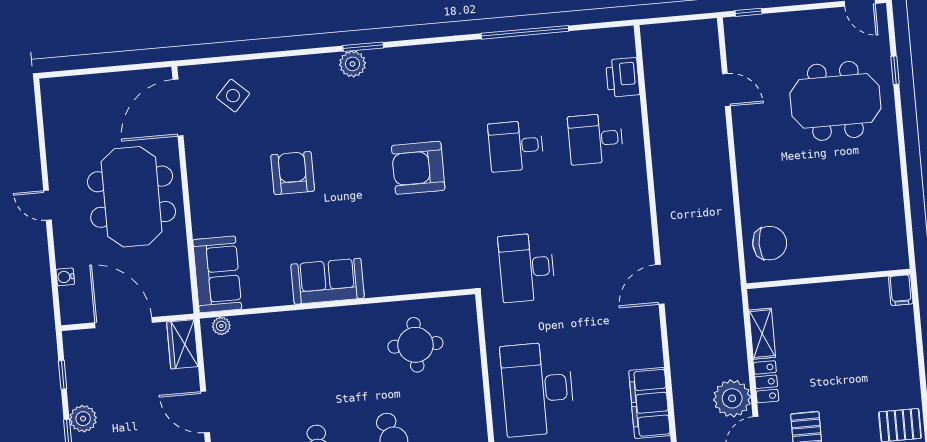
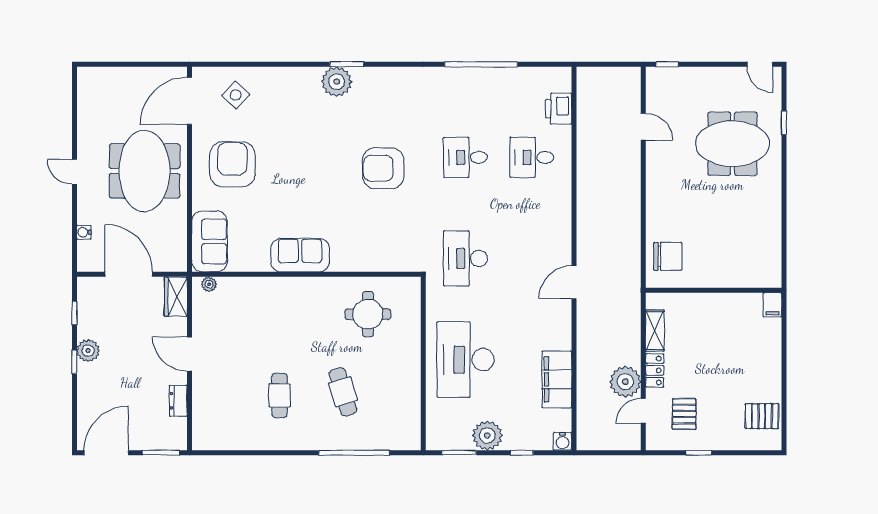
plant: (353, 64) -> (337, 82), width x1.36, depth x1.36
armchair: (293, 173) -> (232, 164), moved, width x1.36, depth x1.36

